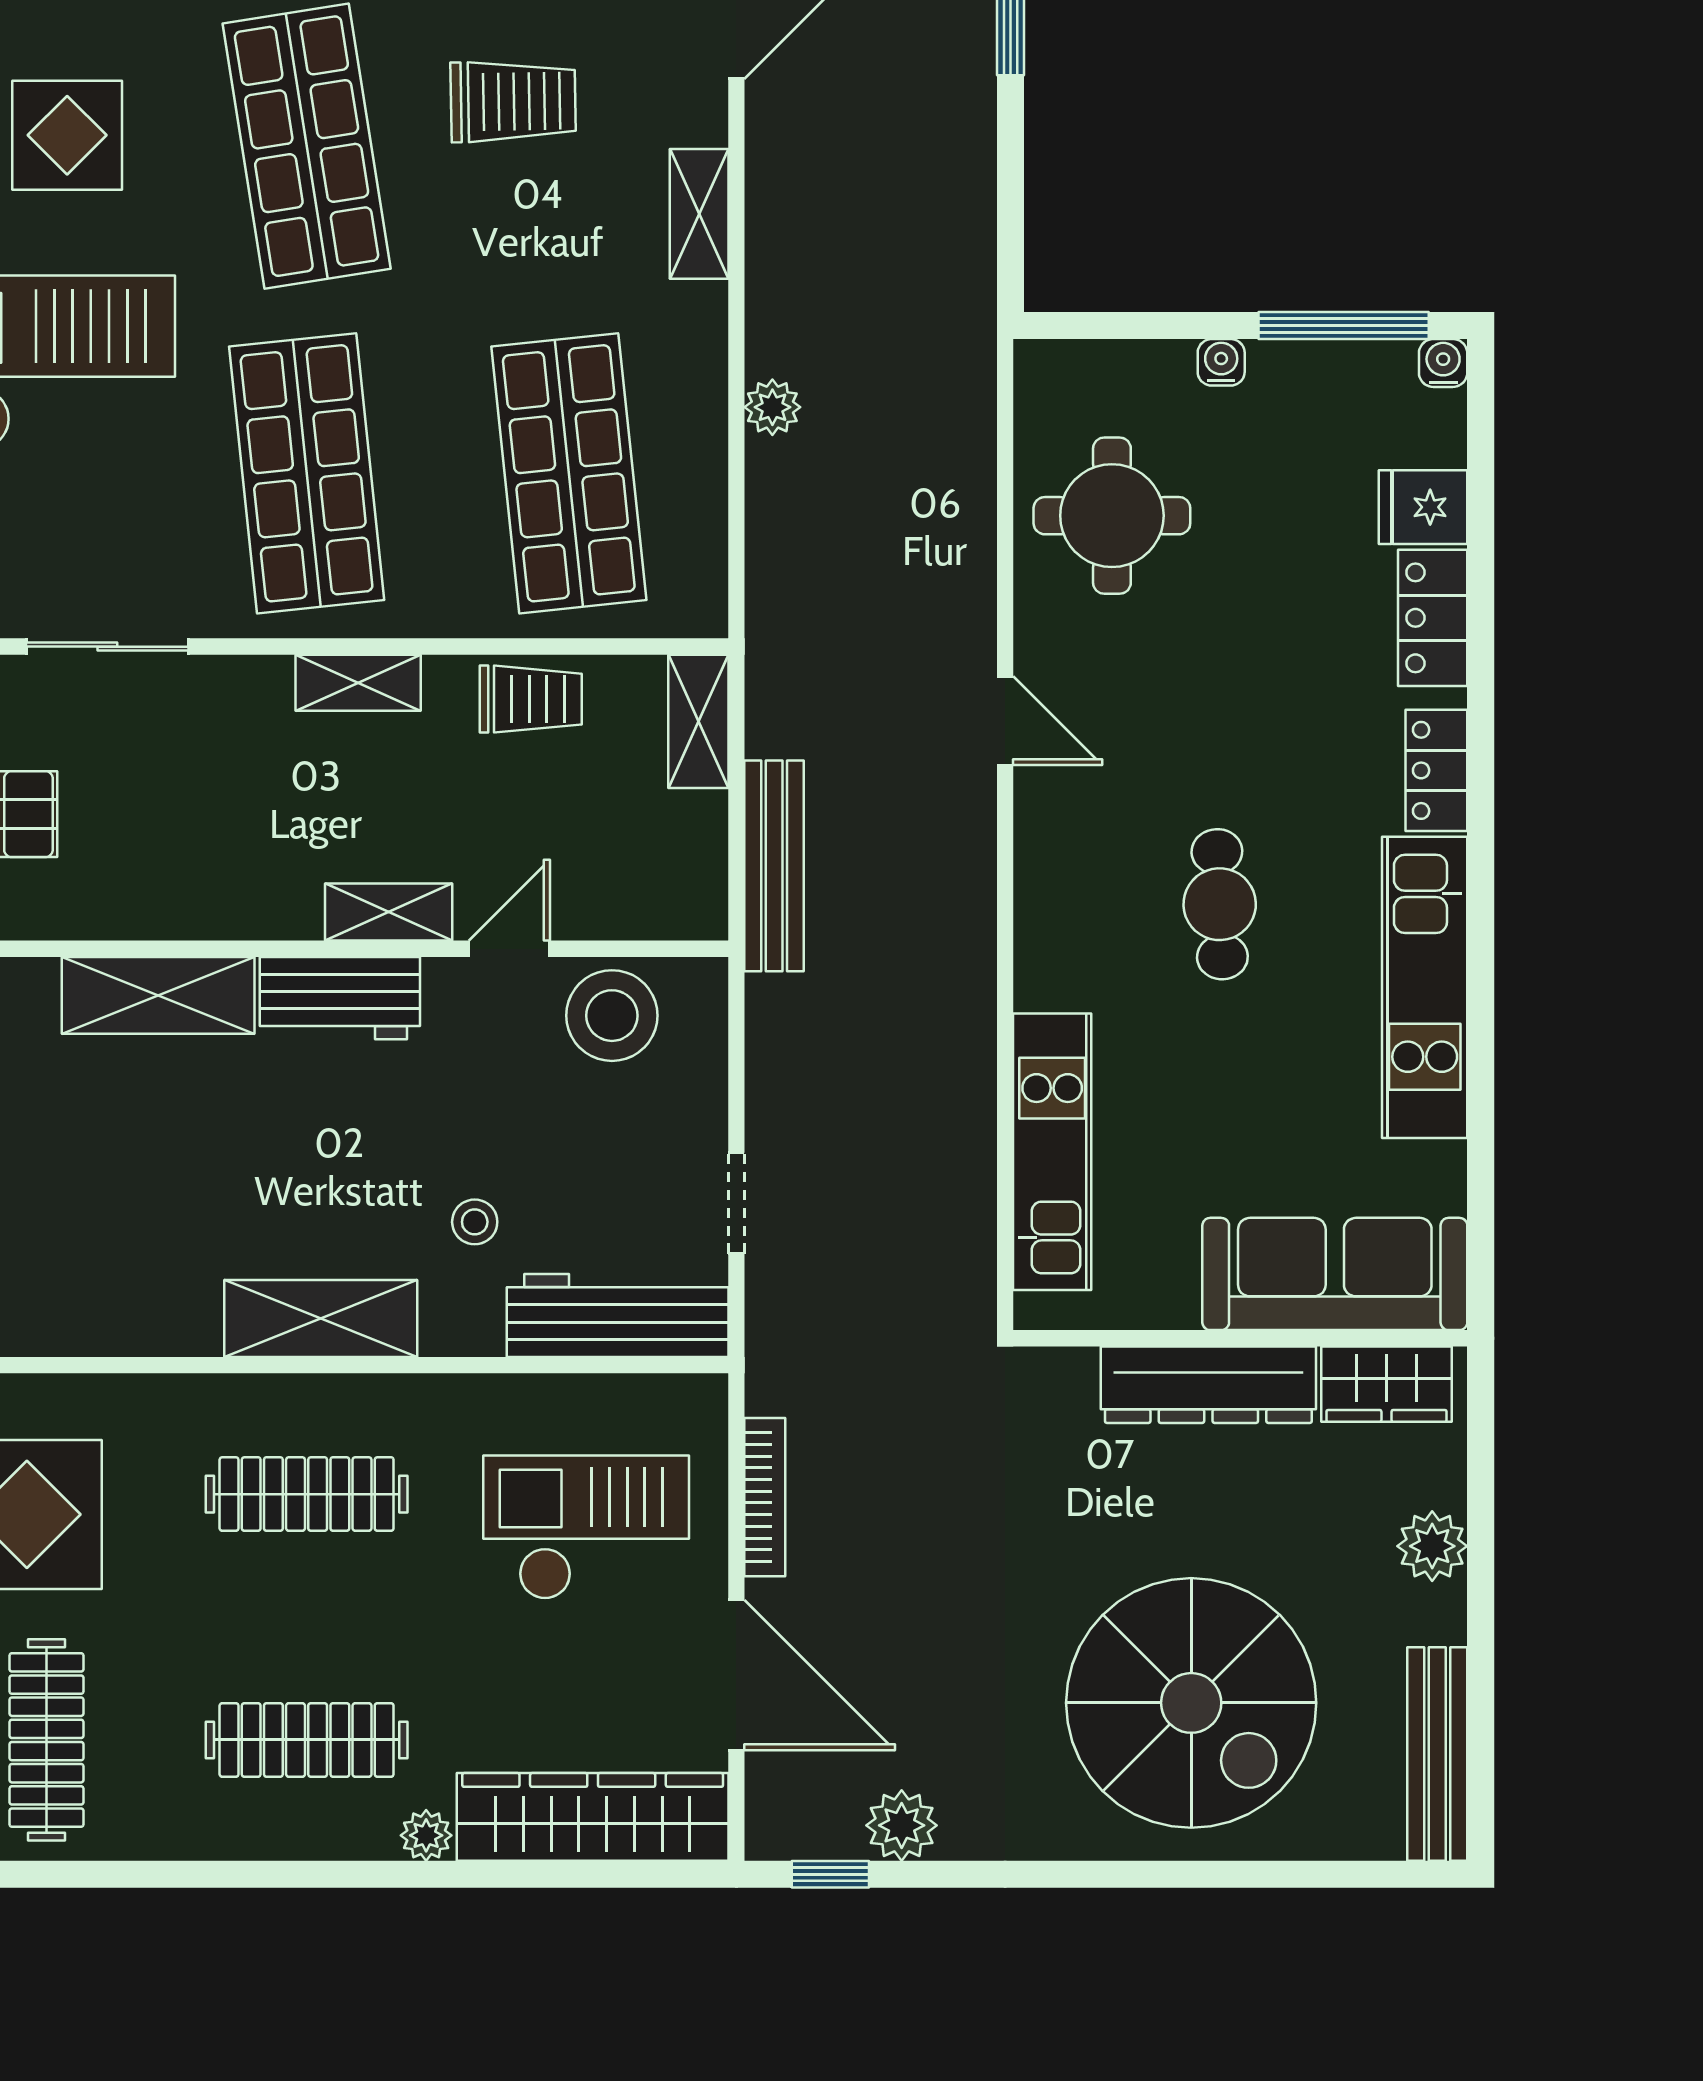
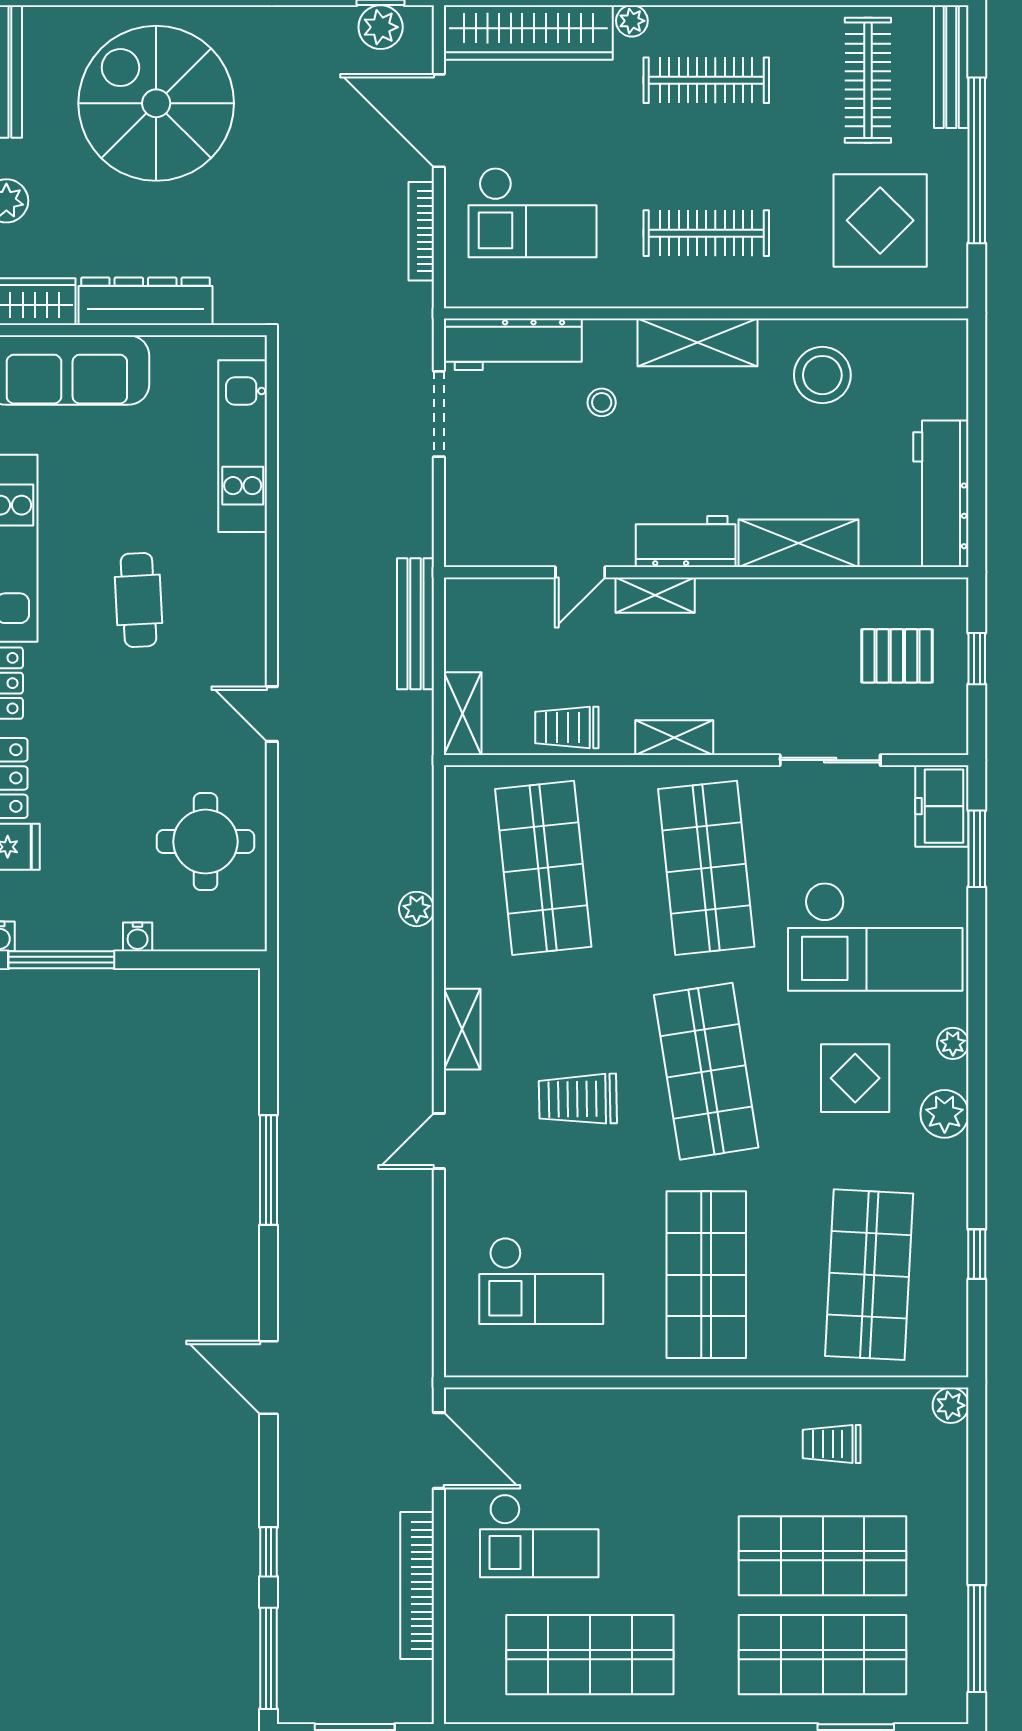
stool: (612, 1016) -> (822, 375), moved
doorway: (736, 1203) -> (439, 414), width x1.38
plant: (902, 1825) -> (381, 27), moved

